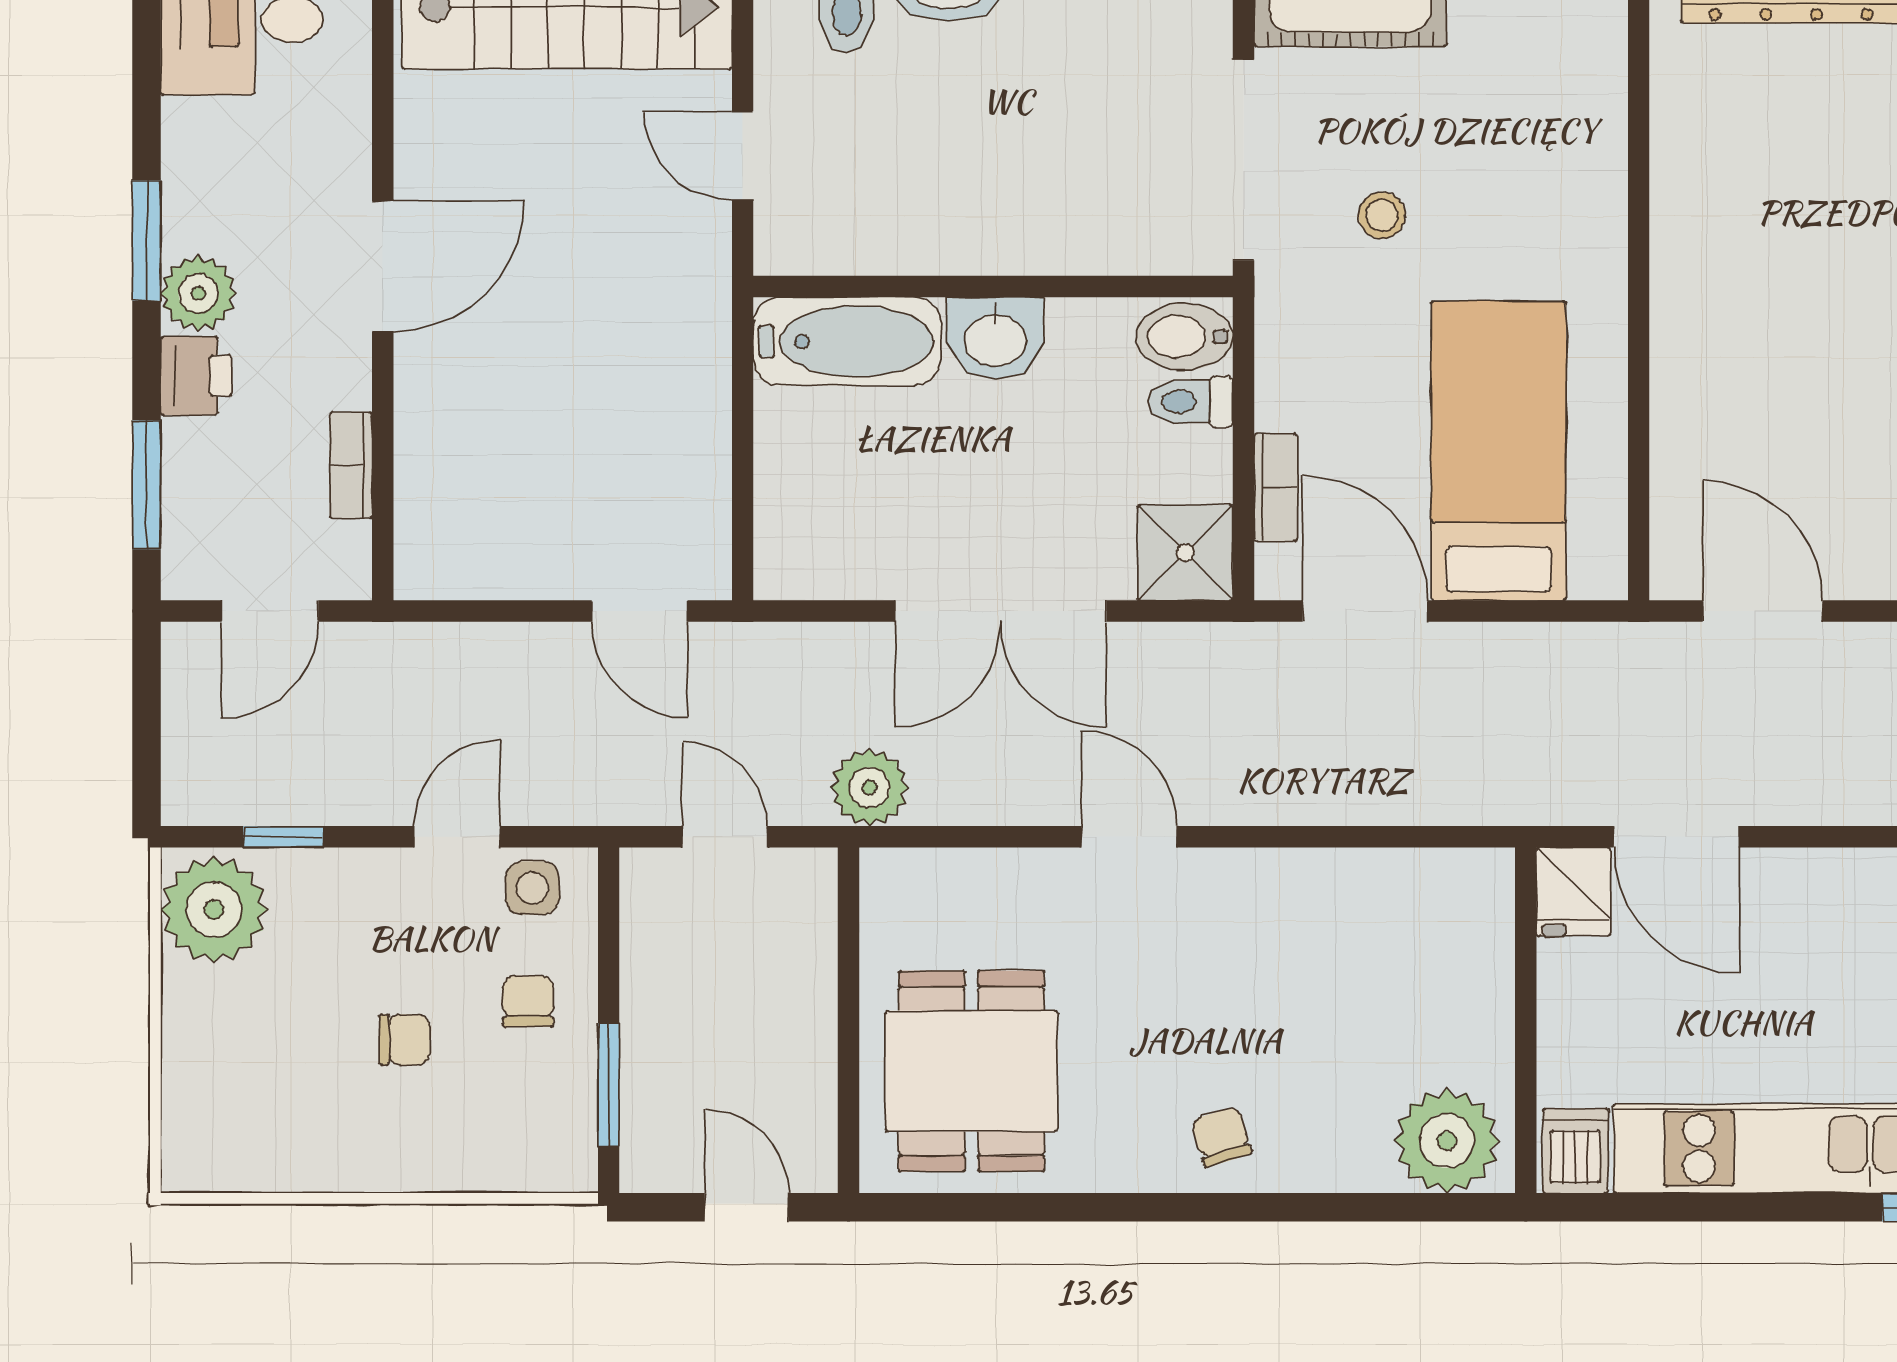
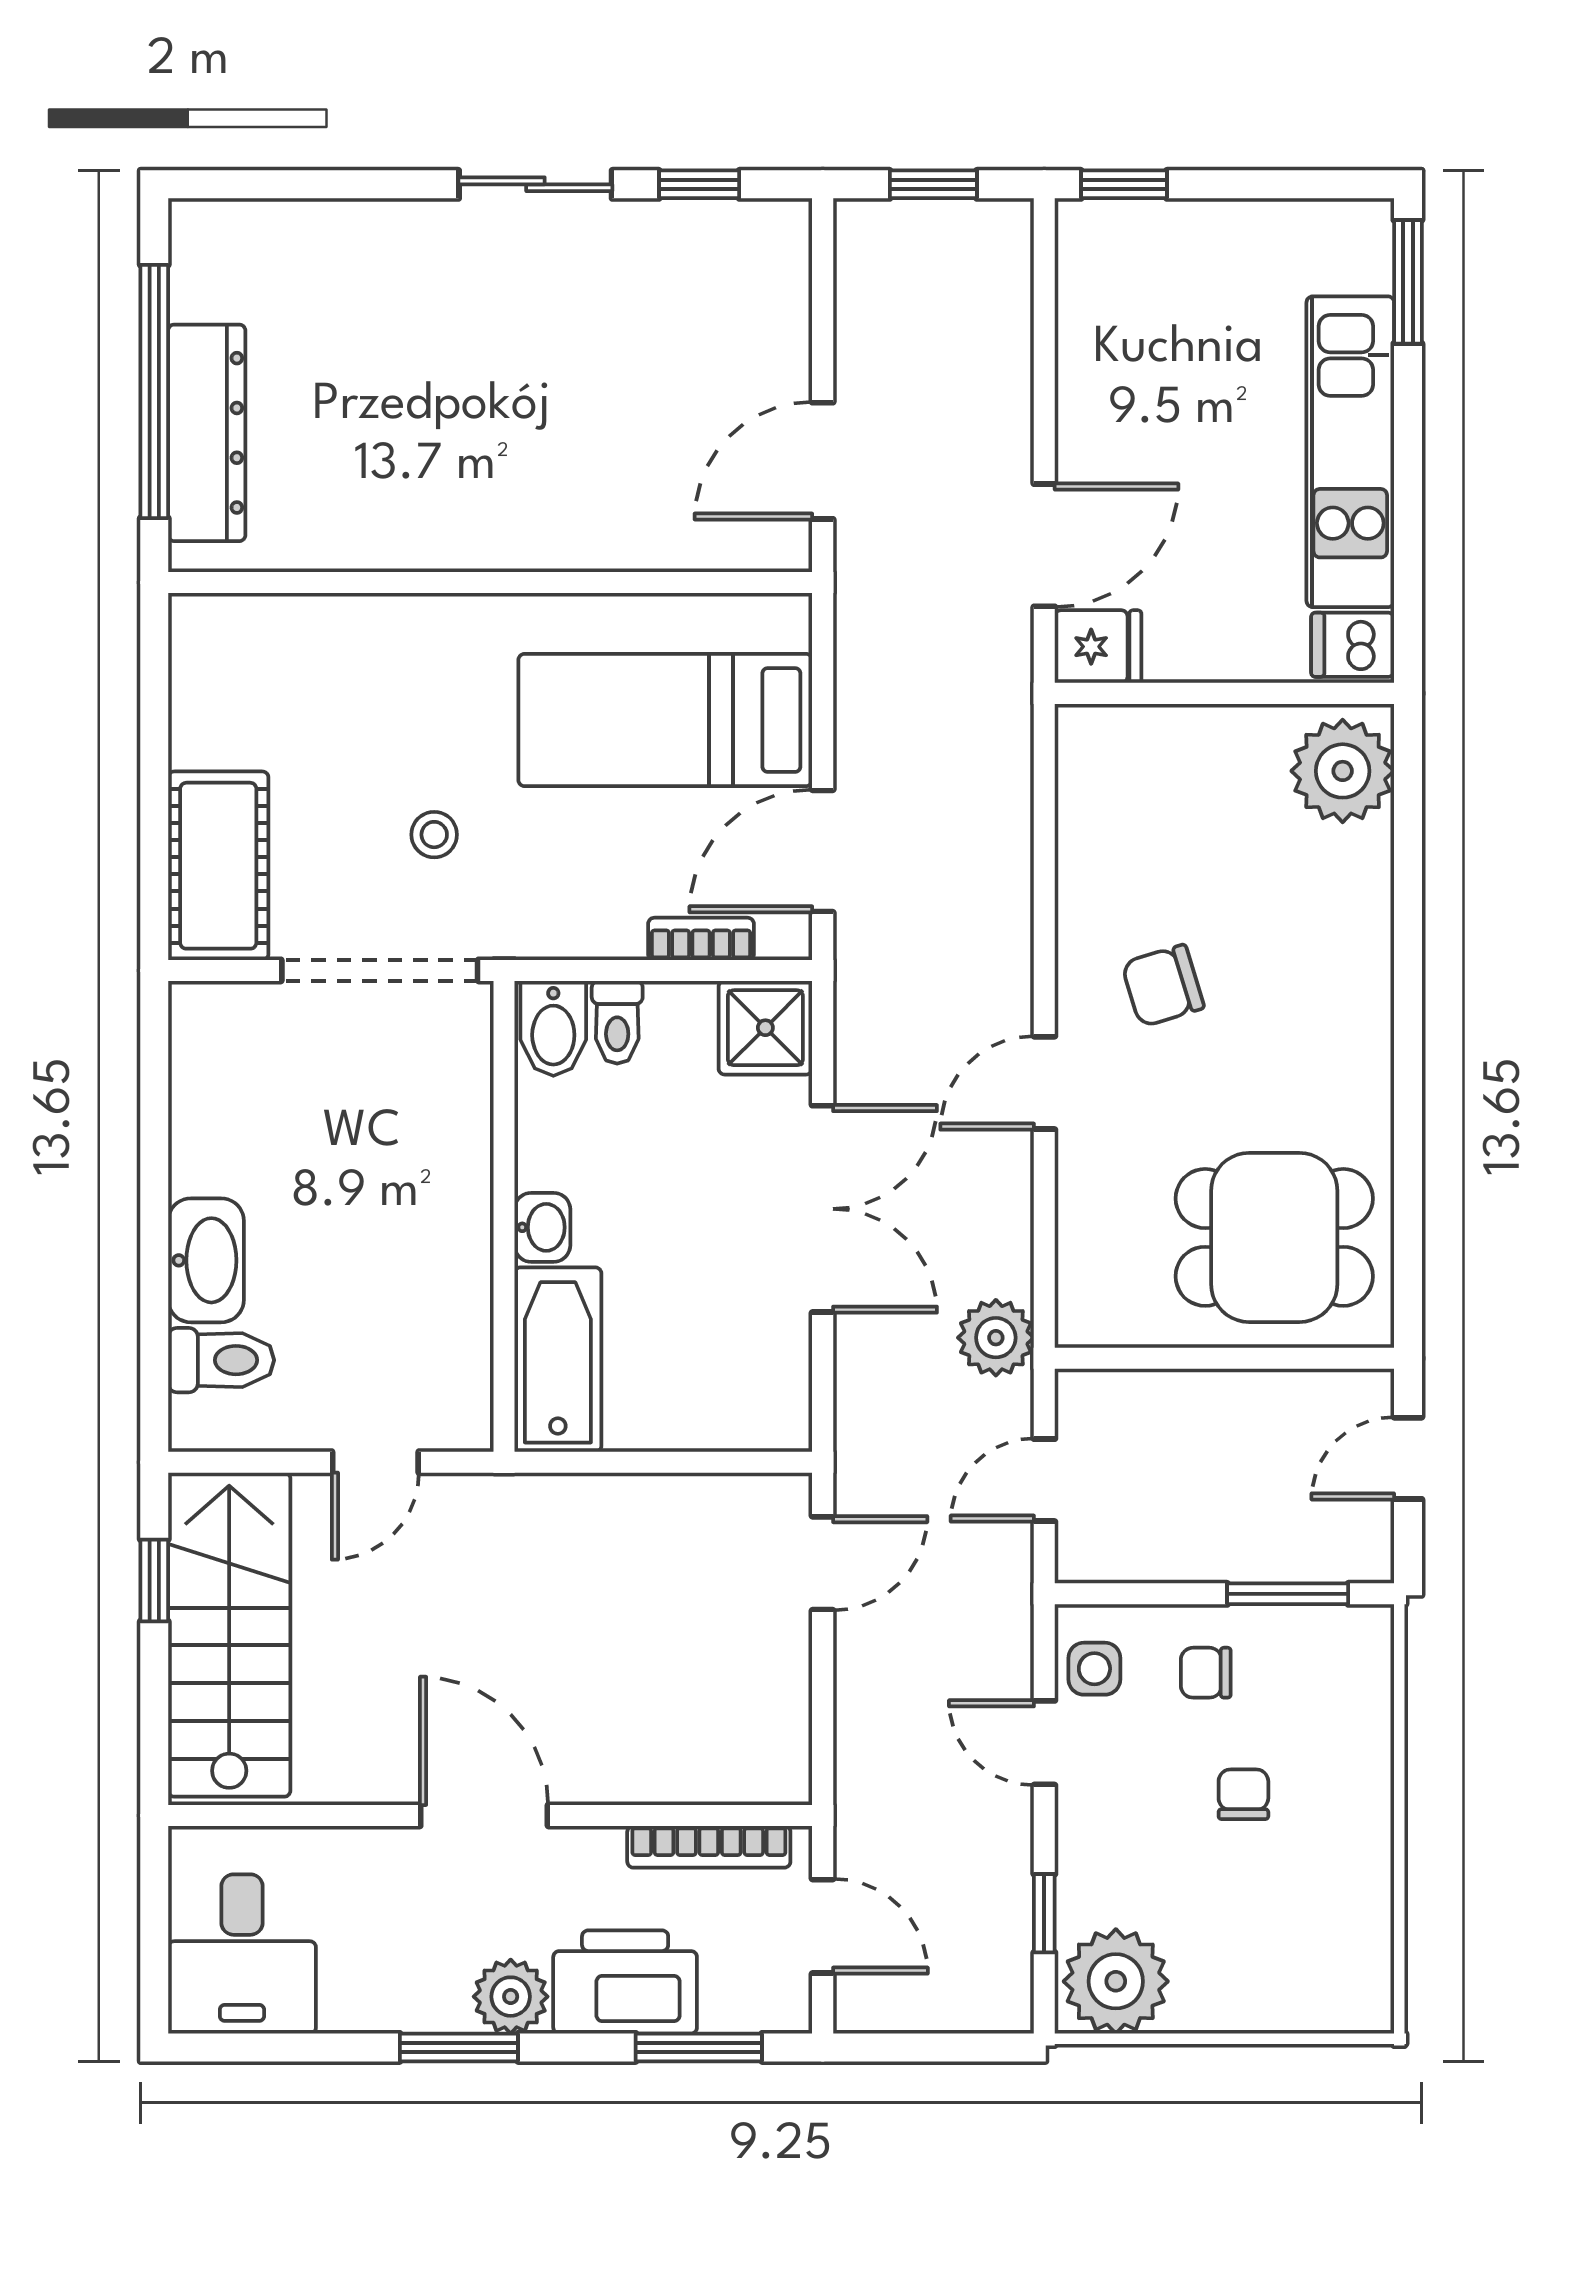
washbasin: (995, 338) -> (542, 1227), width x0.72, depth x0.69
printer: (196, 376) -> (625, 1982), width x1.87, depth x1.48
bookcase: (351, 465) -> (709, 1847), width x1.56
chair: (1221, 1137) -> (1163, 986), moved, width x1.37, depth x1.37

